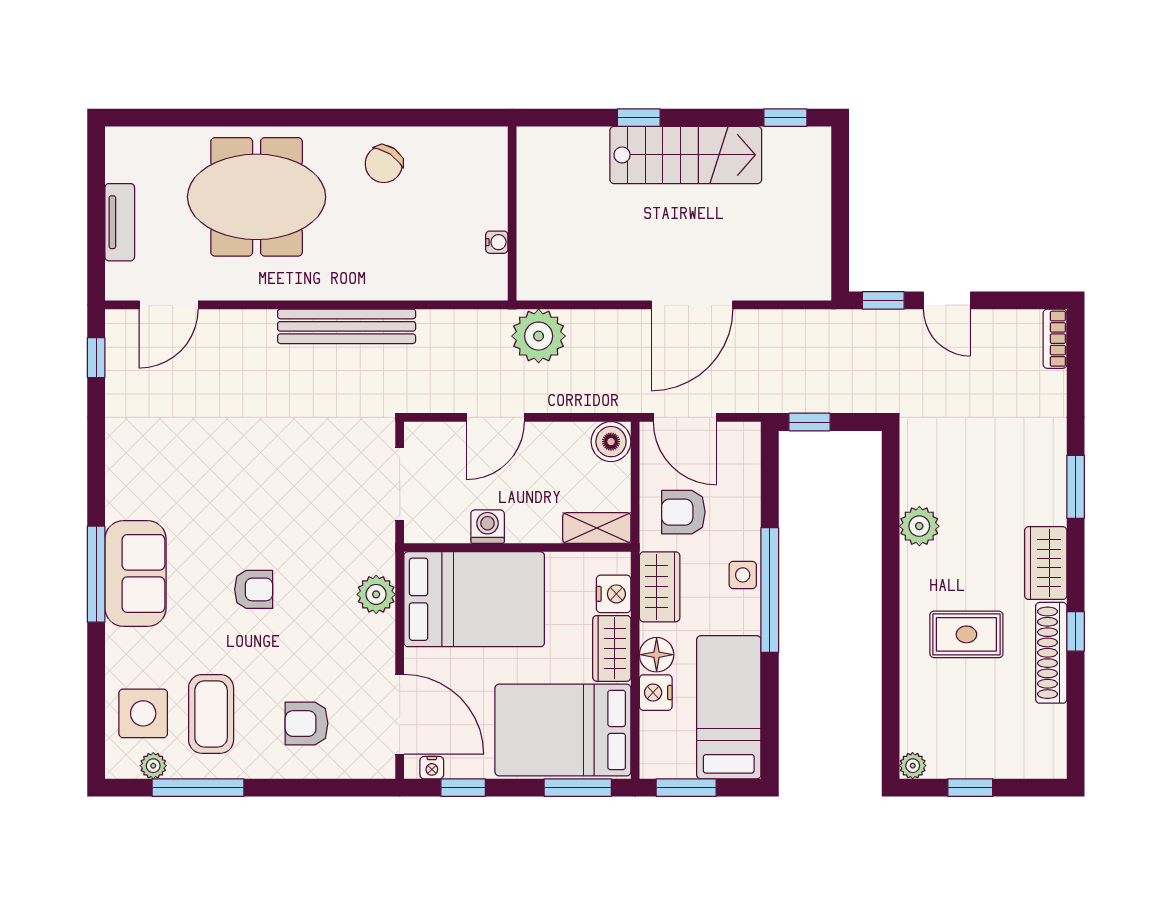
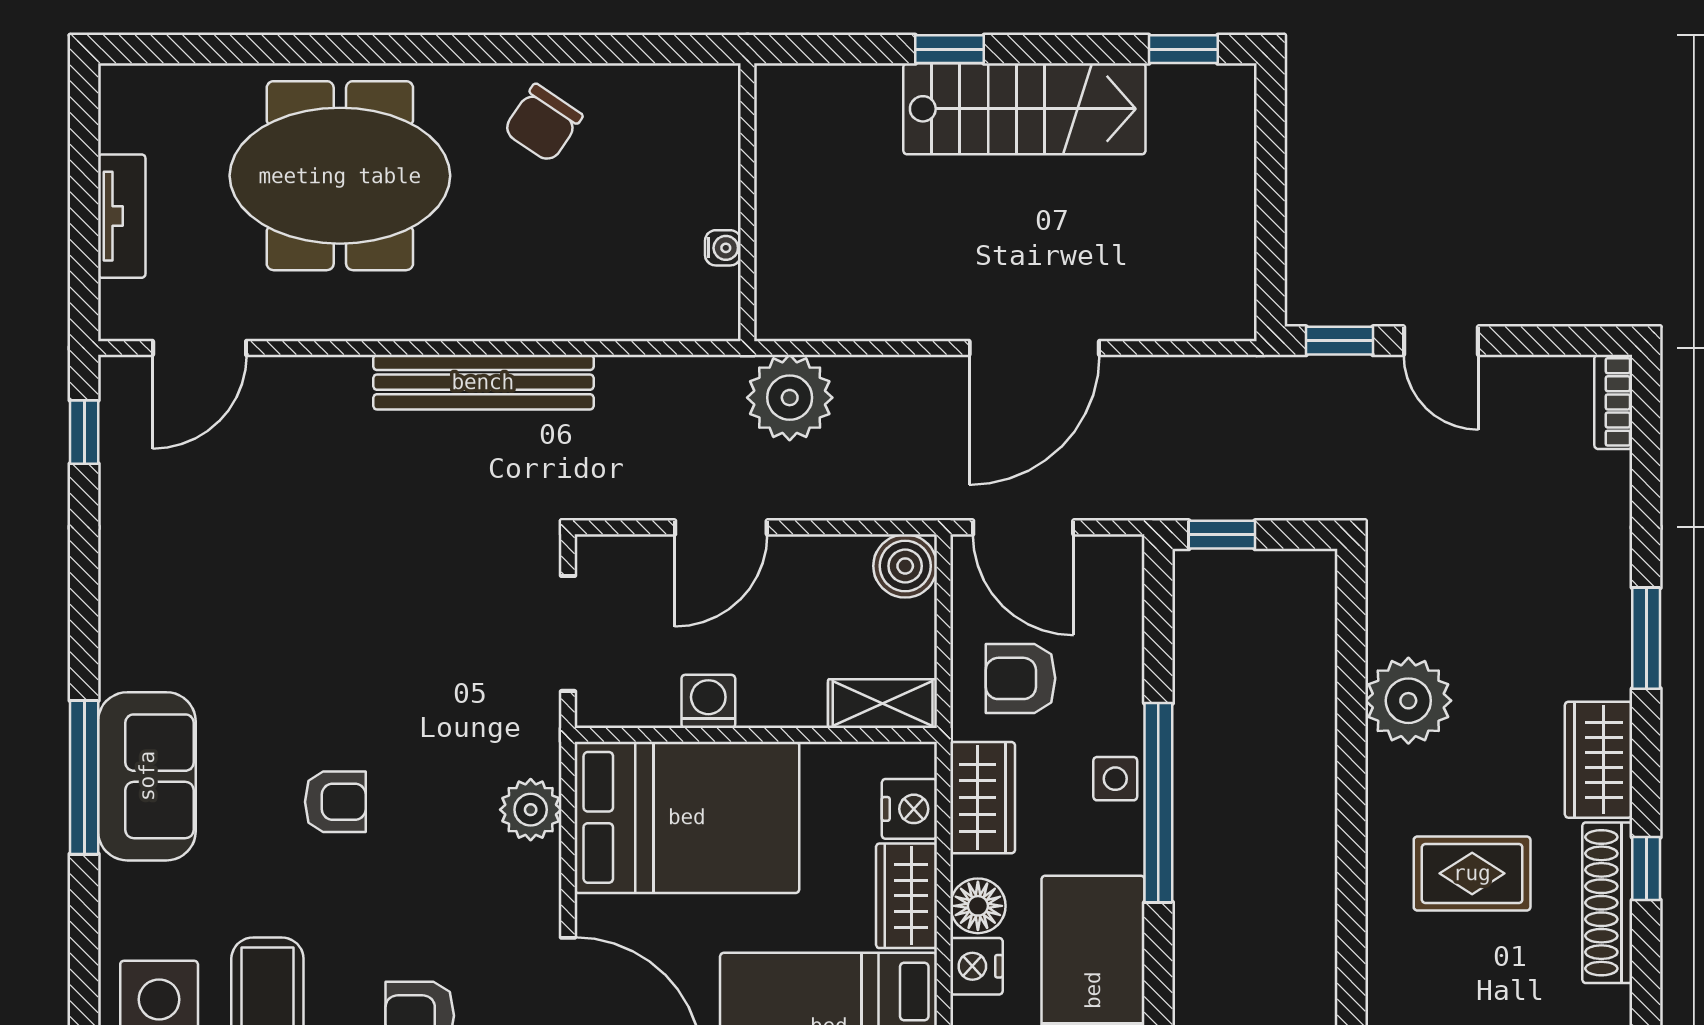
plant: (919, 526) -> (1408, 701), width x1.36, depth x1.36

